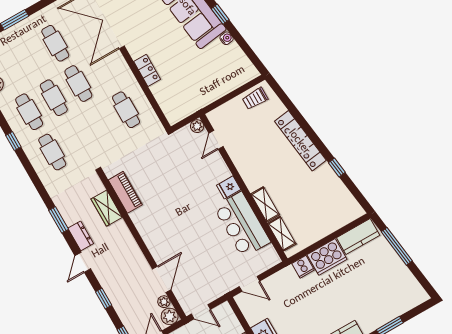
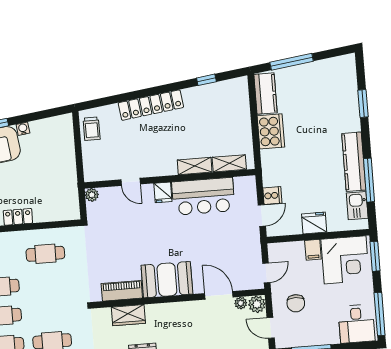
door: (216, 140) -> (131, 182), moved
window: (337, 168) -> (206, 80), moved
booth: (154, 227) -> (167, 280), added
cooker: (303, 267) -> (272, 195), moved

